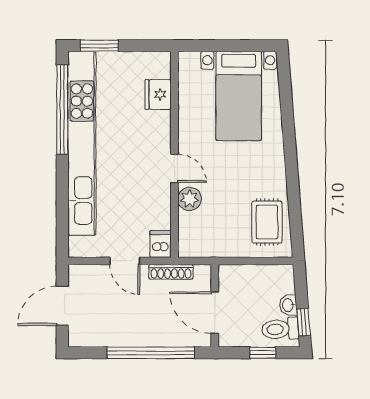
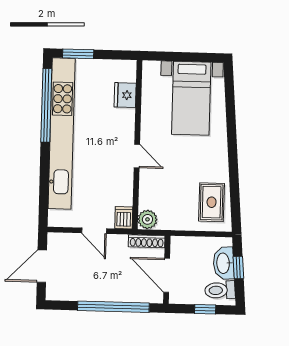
plant: (189, 199) -> (147, 219), moved
shoe rack: (171, 272) -> (147, 241), moved
washbasin: (288, 305) -> (224, 263), width x1.91, depth x1.45
window: (304, 322) -> (238, 267), moved

